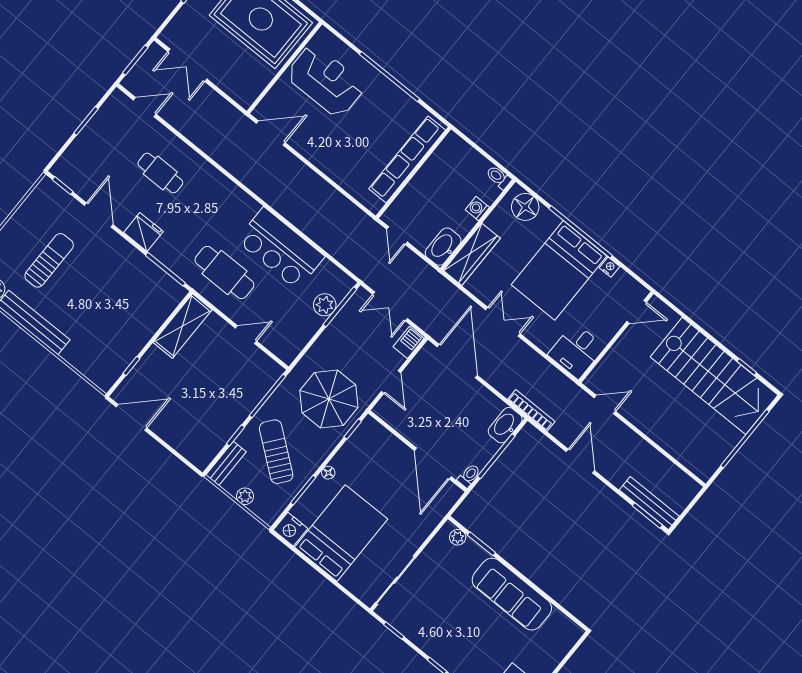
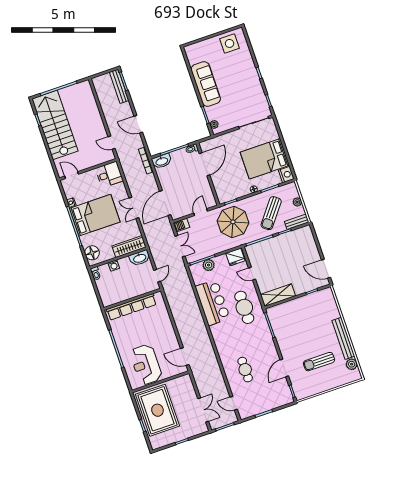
fridge: (143, 232) -> (235, 257), moved, turned -90
door: (580, 461) -> (138, 124), hinge flipped

